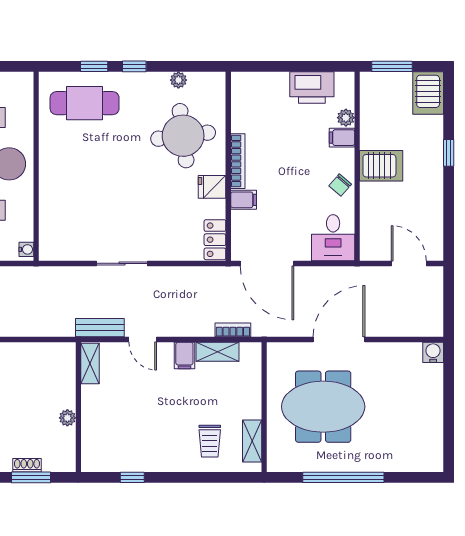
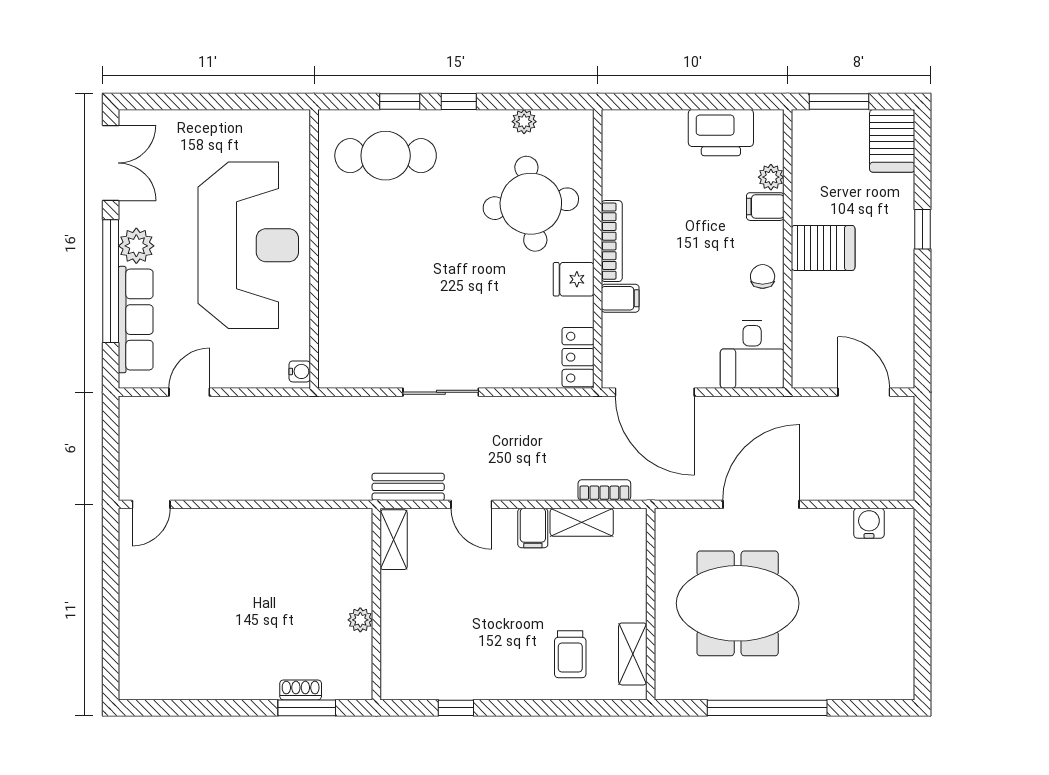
chair: (340, 185) -> (763, 276), turned 139
water cooler: (433, 352) -> (869, 523), moved

